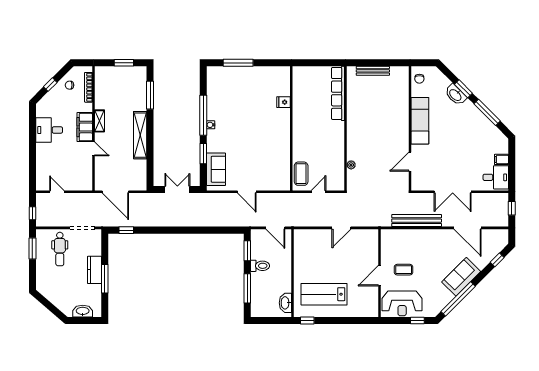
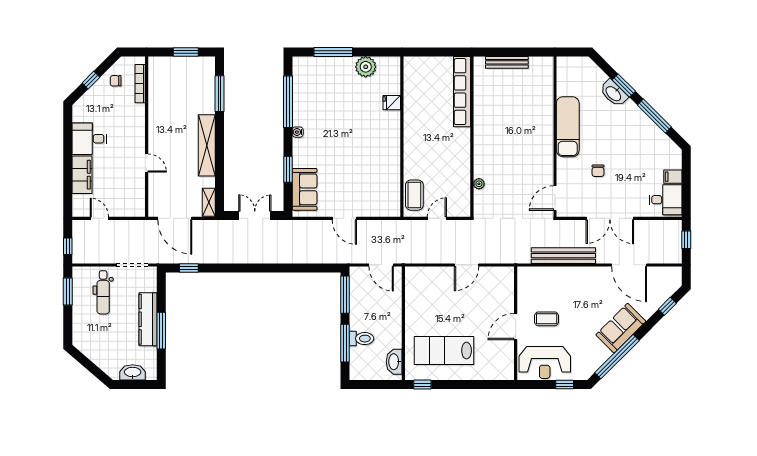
plant: (263, 74) -> (366, 67), added
chair: (419, 79) -> (598, 171), moved
window: (203, 115) -> (288, 102), moved
shelving: (100, 121) -> (209, 202), moved
filing cabinet: (85, 127) -> (82, 175), moved, turned 180
door: (410, 162) -> (555, 198), moved
window: (247, 251) -> (345, 295), width x1.44
toilet: (260, 266) -> (361, 339), moved
kitchen counter: (95, 270) -> (148, 319), width x1.50

